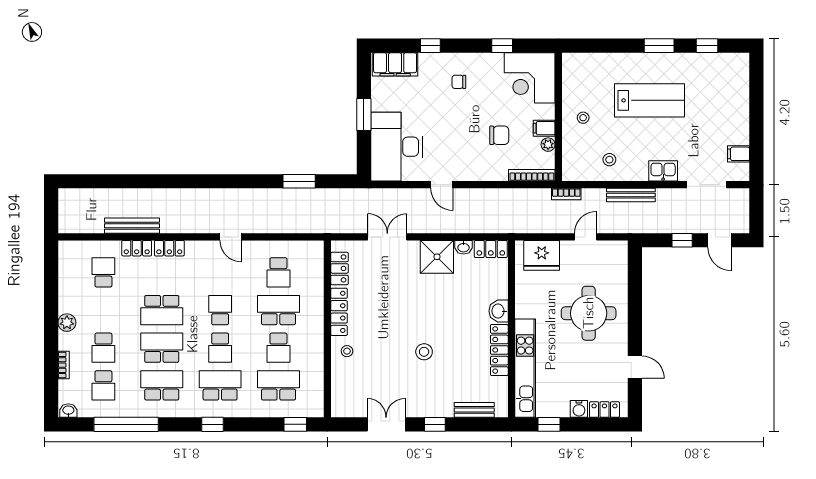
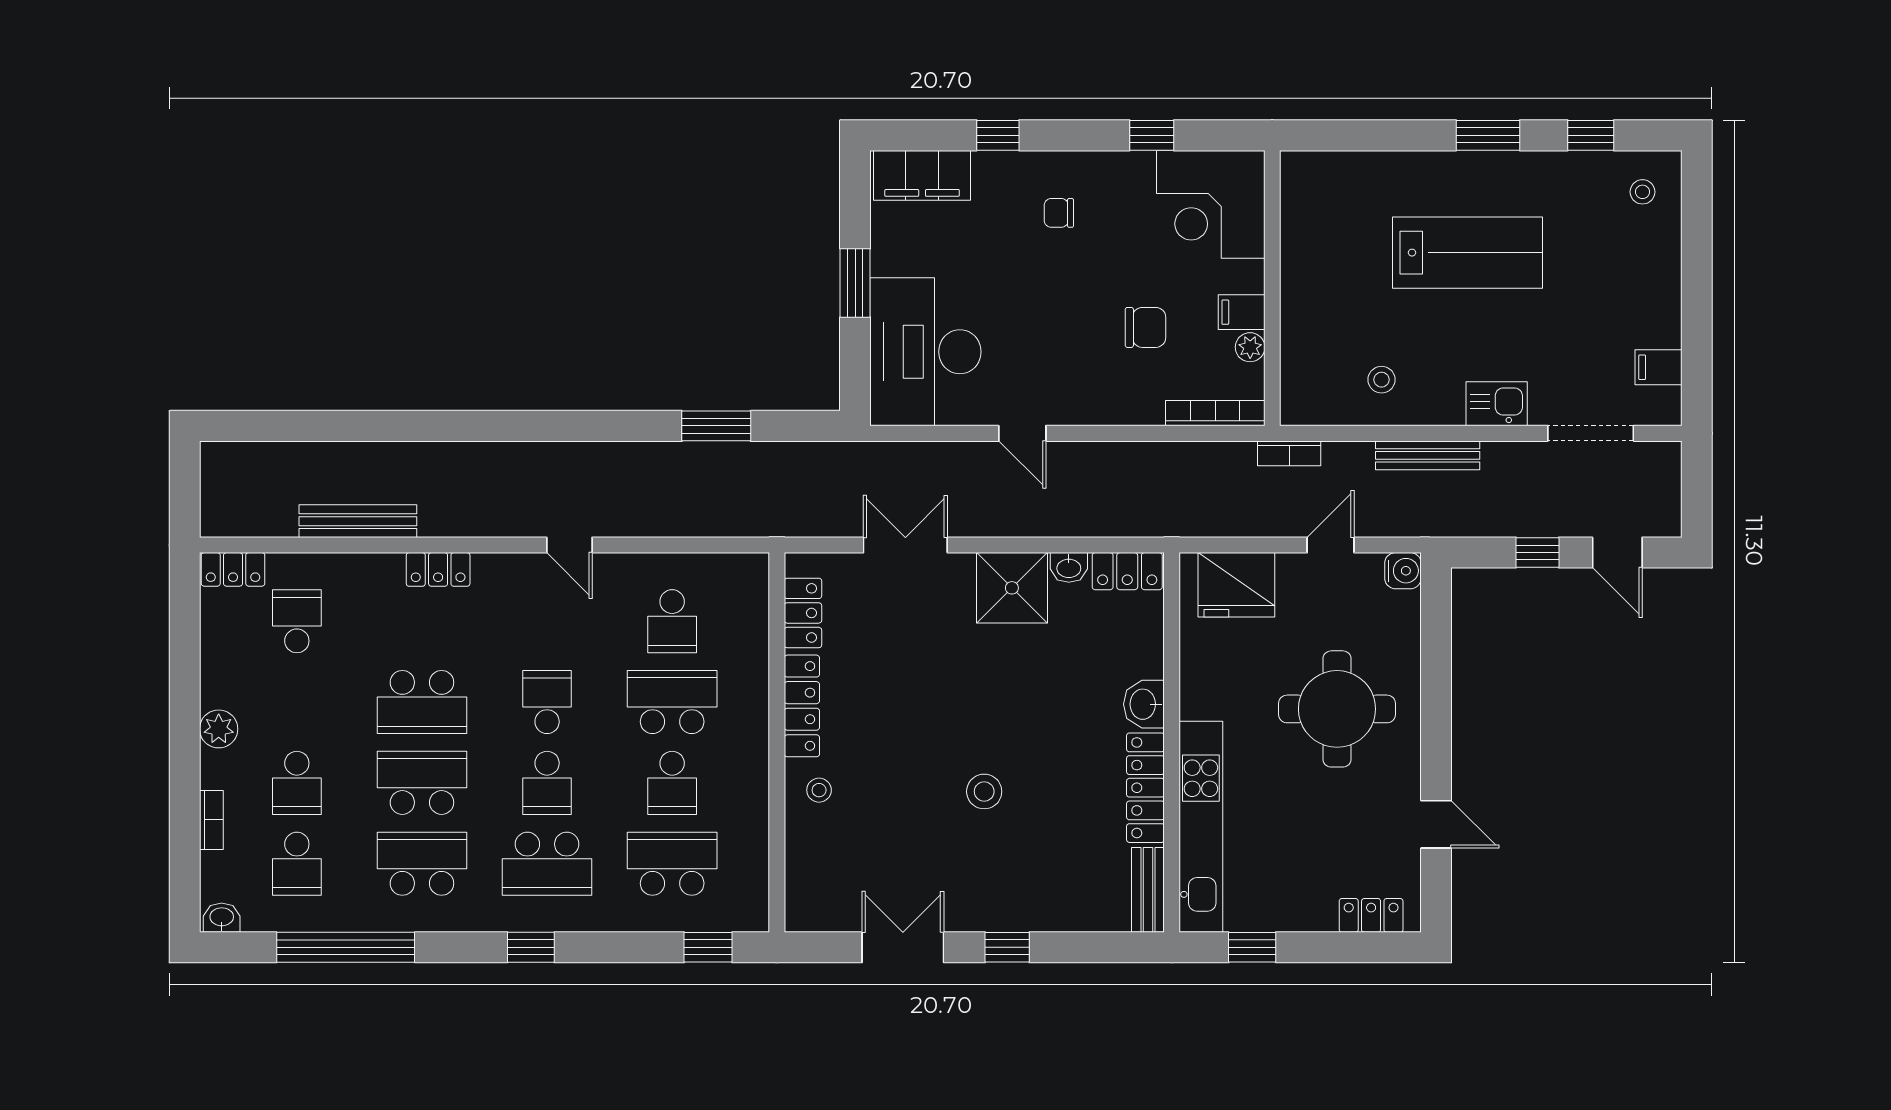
stool: (583, 118) -> (1642, 192), moved
locker: (137, 248) -> (233, 569), moved
school desk: (220, 385) -> (547, 864), turned 180
water cooler: (579, 409) -> (1403, 571), moved, turned -90
bench: (474, 410) -> (1148, 890), moved, turned 90

